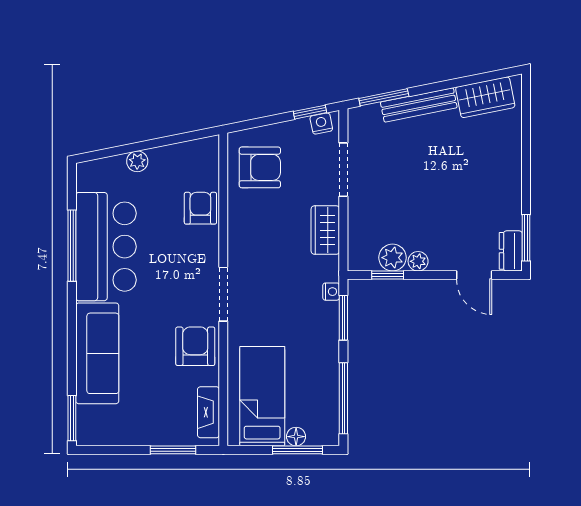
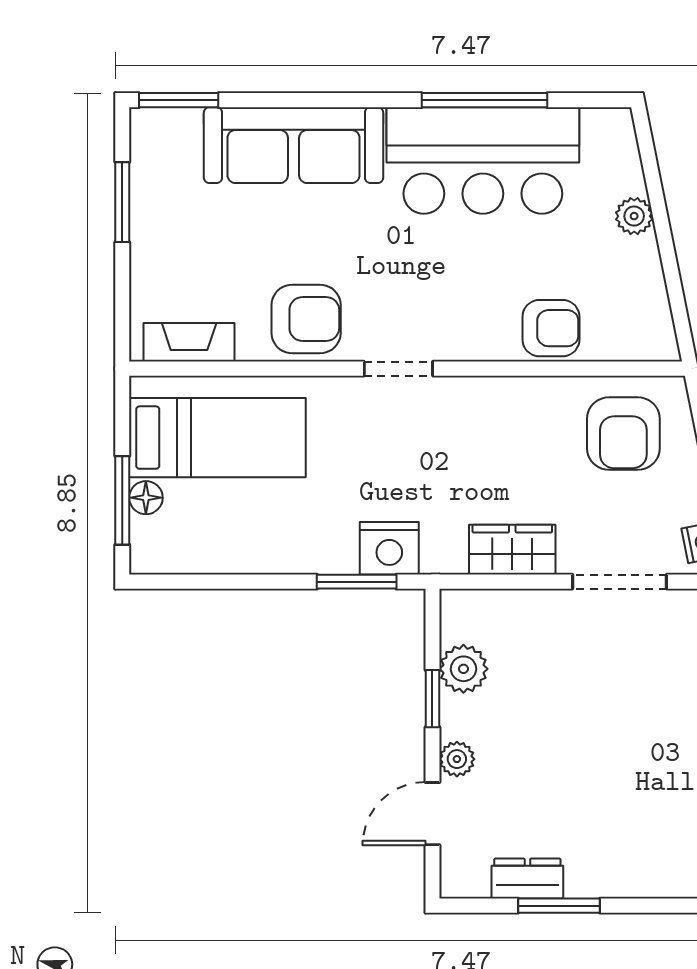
window: (526, 238) -> (559, 906), moved
dresser: (511, 251) -> (527, 879), moved
plant: (418, 261) -> (457, 759), moved
window: (388, 275) -> (432, 699), moved
nightstand: (331, 292) -> (389, 548), width x1.89, depth x1.79
doorway: (223, 294) -> (398, 369), width x0.73
window: (343, 398) -> (214, 582), removed
window: (173, 450) -> (122, 202), moved

